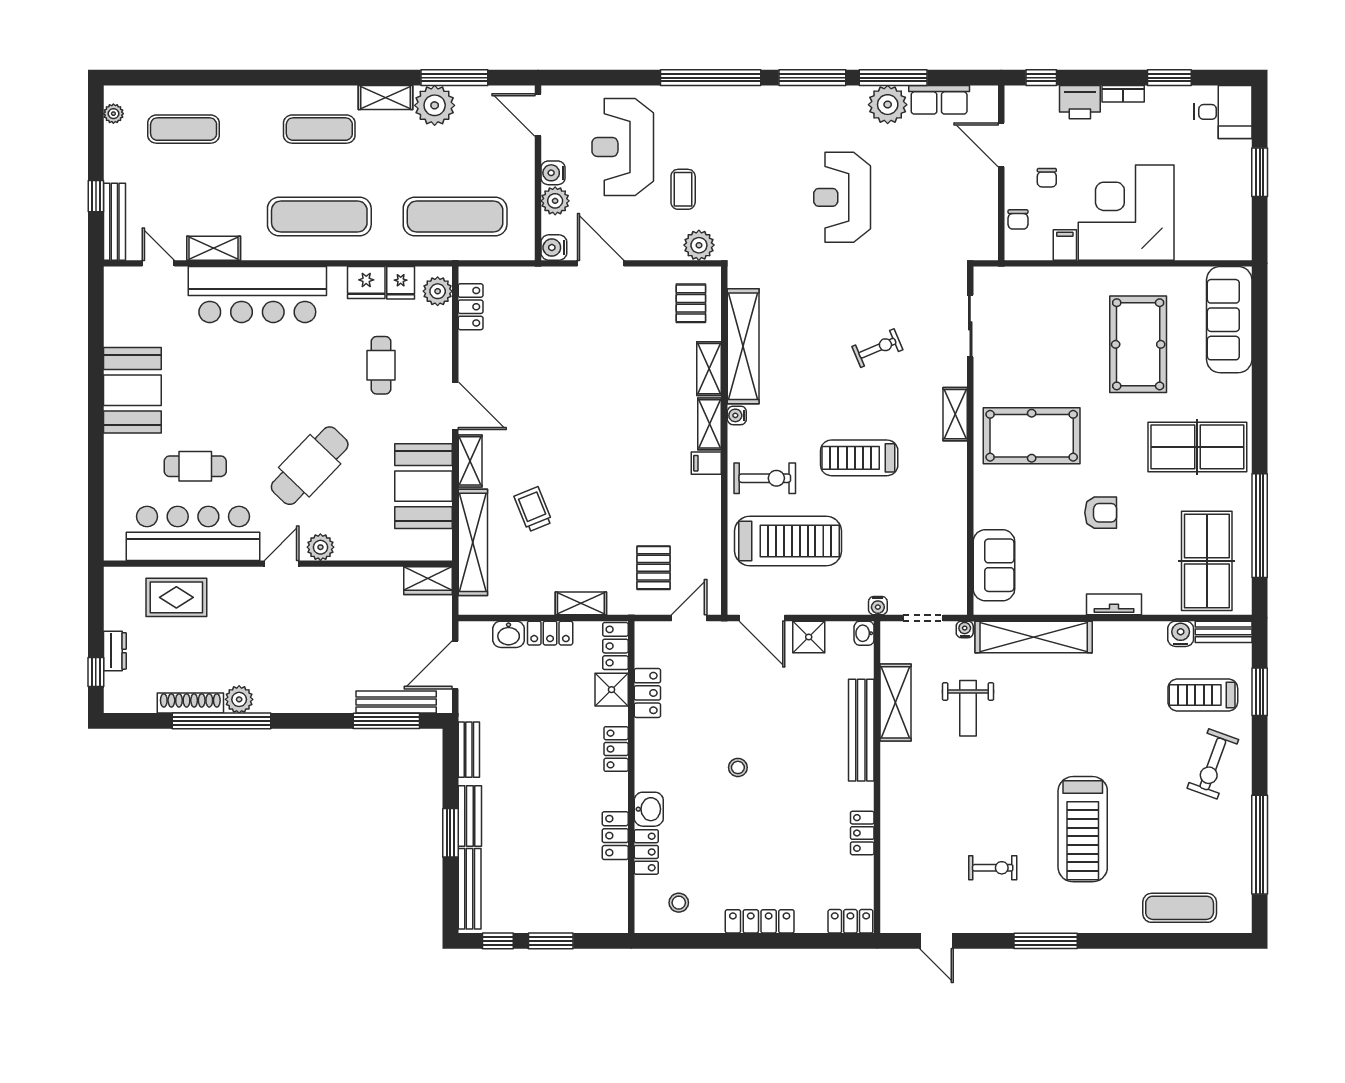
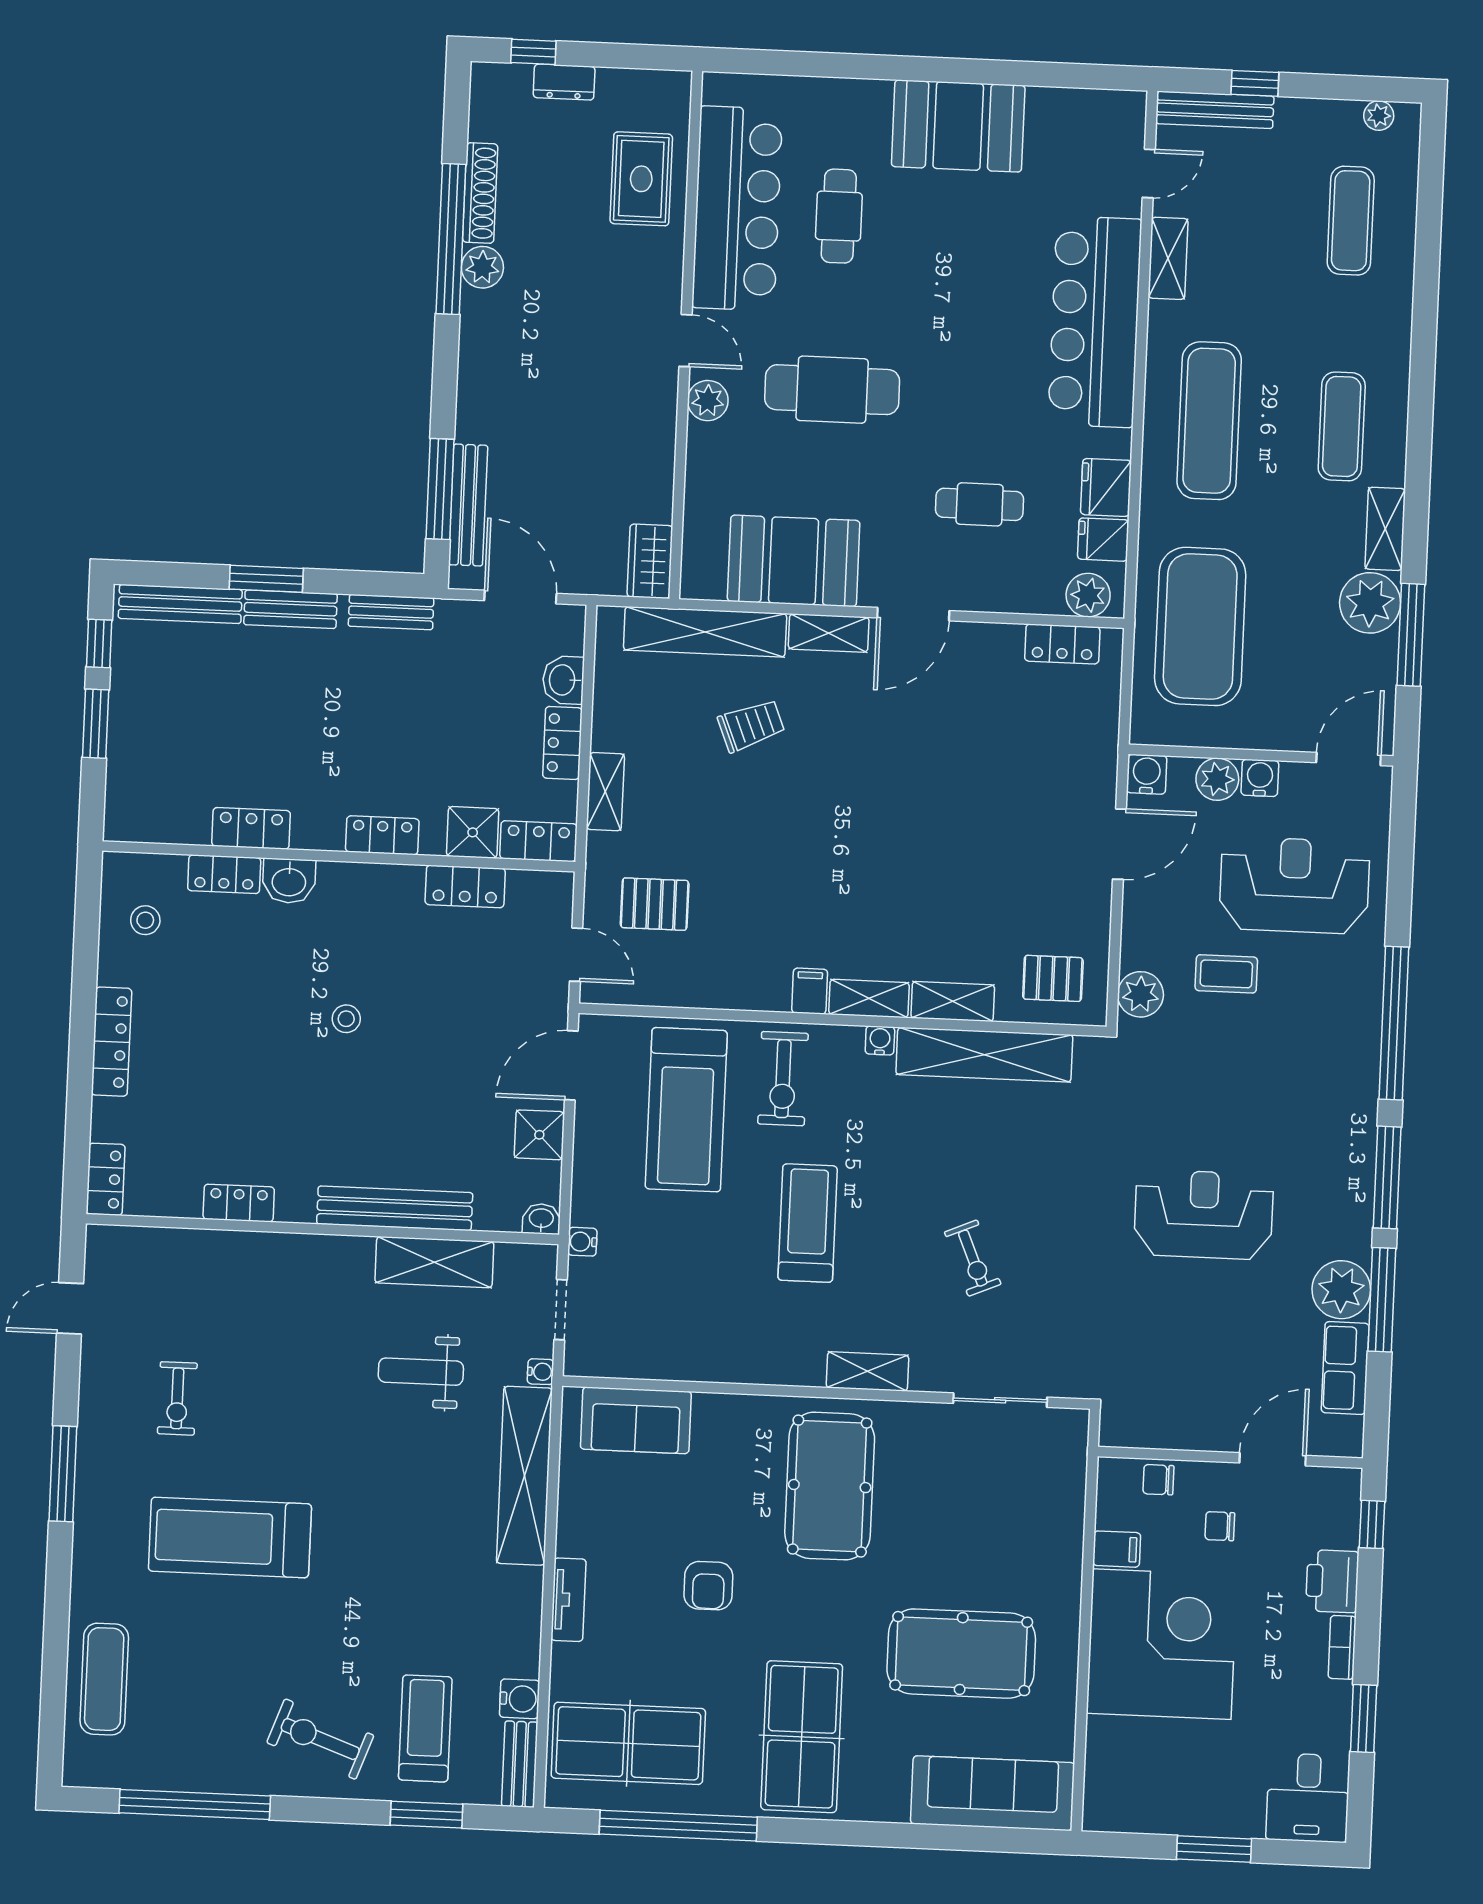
exercise mat: (455, 216) -> (1200, 626), width x1.47
cafe table: (310, 466) -> (832, 390), turned -44

